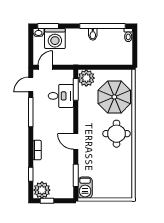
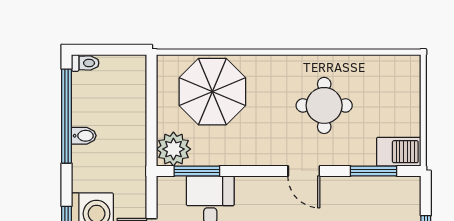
round table: (117, 134) -> (324, 105), moved
door: (76, 141) -> (304, 171), hinge flipped

